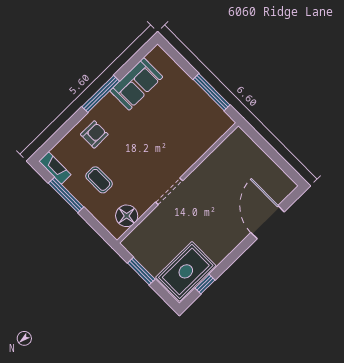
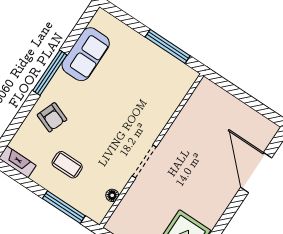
armchair: (94, 134) -> (52, 117), turned 111
window: (66, 195) -> (64, 207), moved
floor lamp: (127, 216) -> (112, 195), width x0.53, depth x0.53

